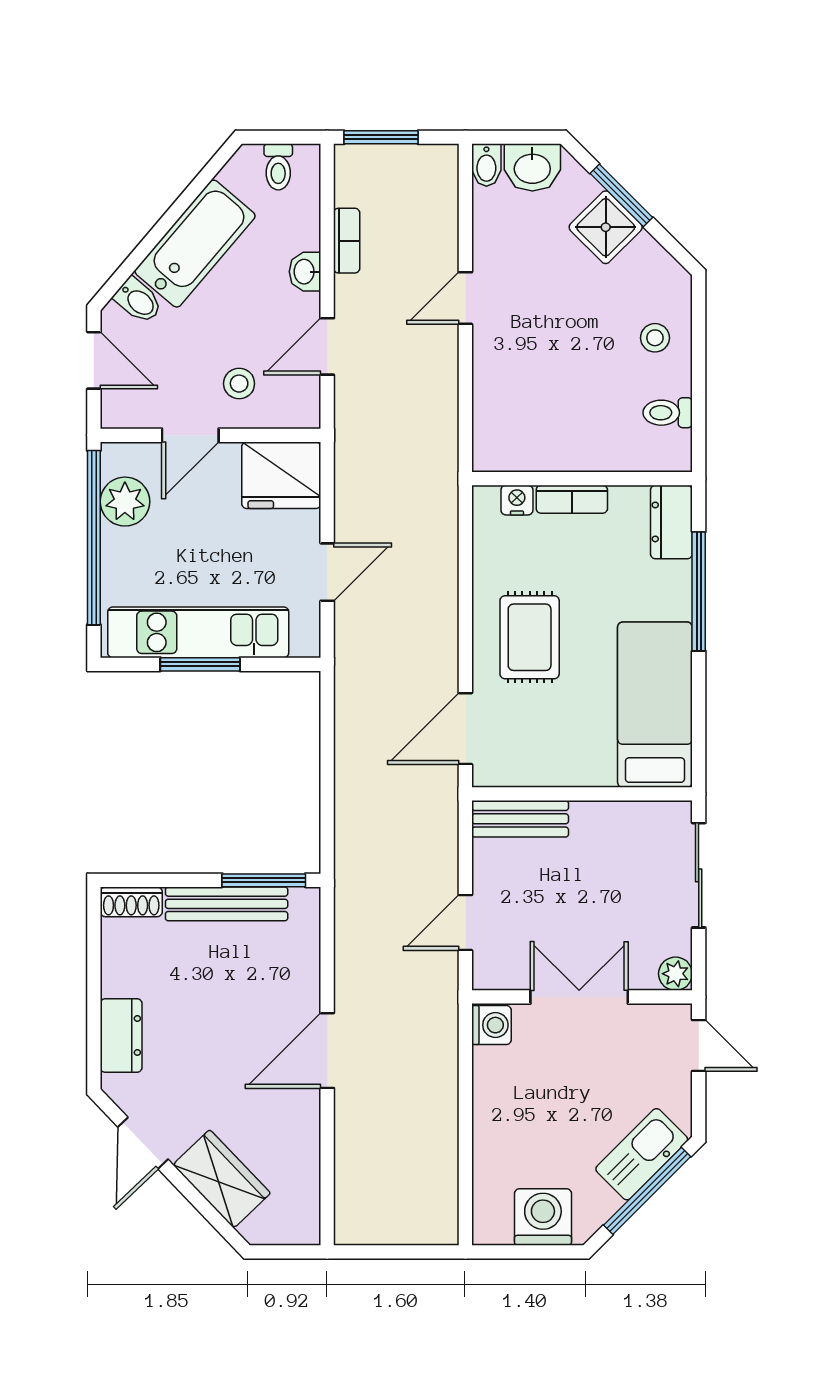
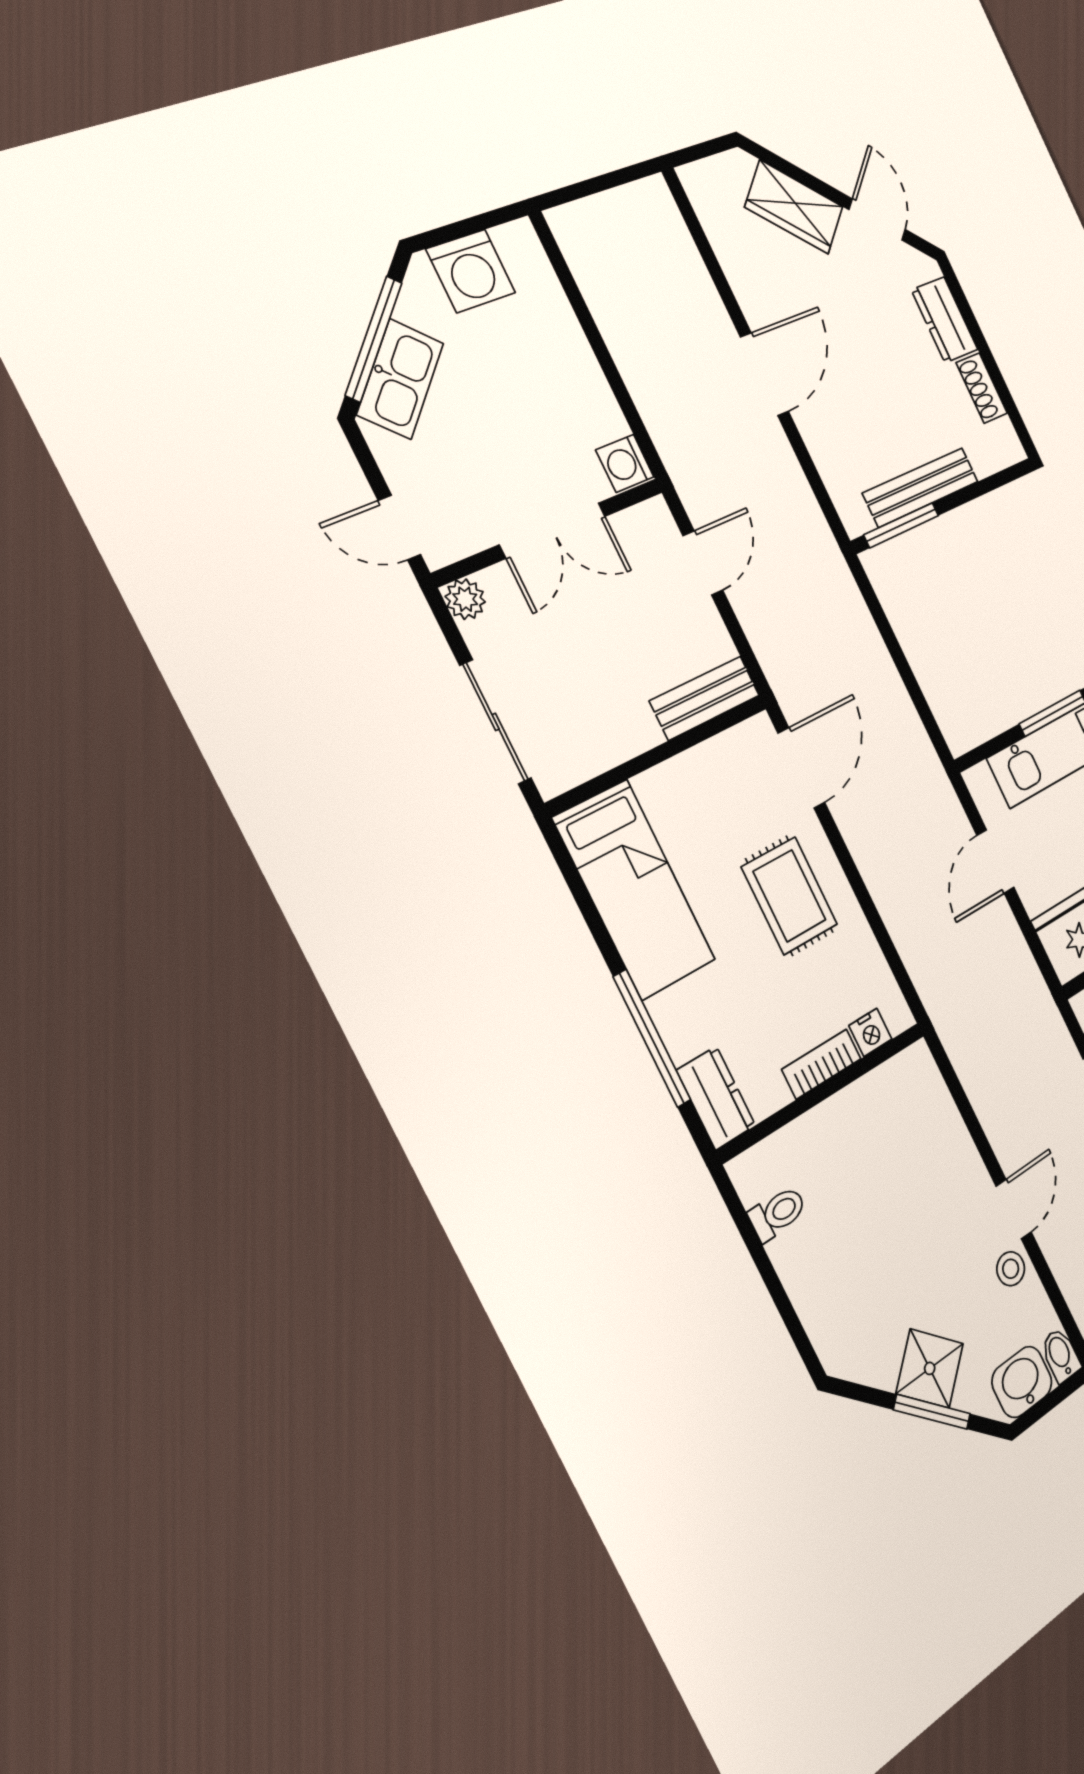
stool: (655, 338) -> (1011, 1269), moved
shoe rack: (131, 902) -> (982, 388), moved, turned -90

